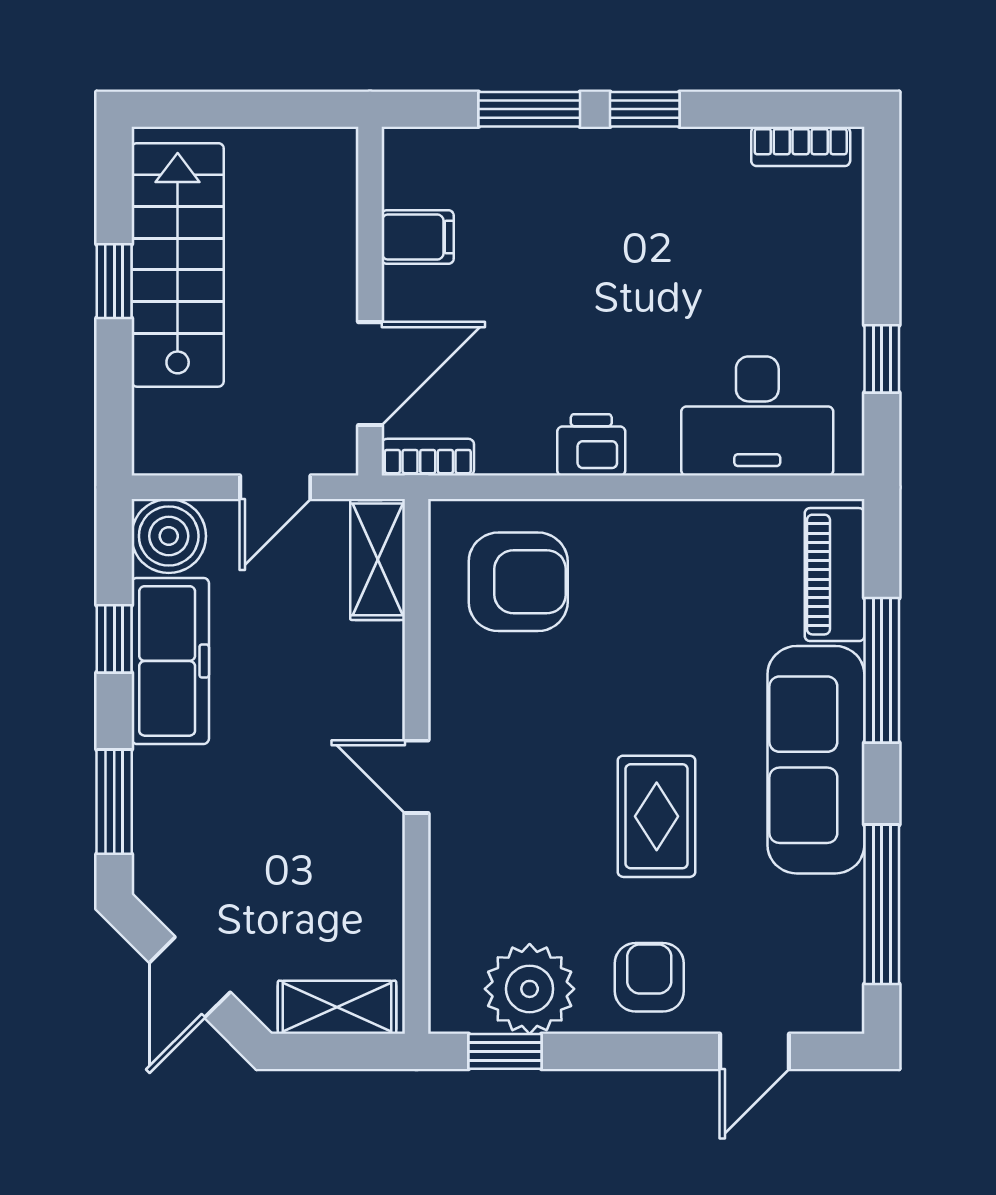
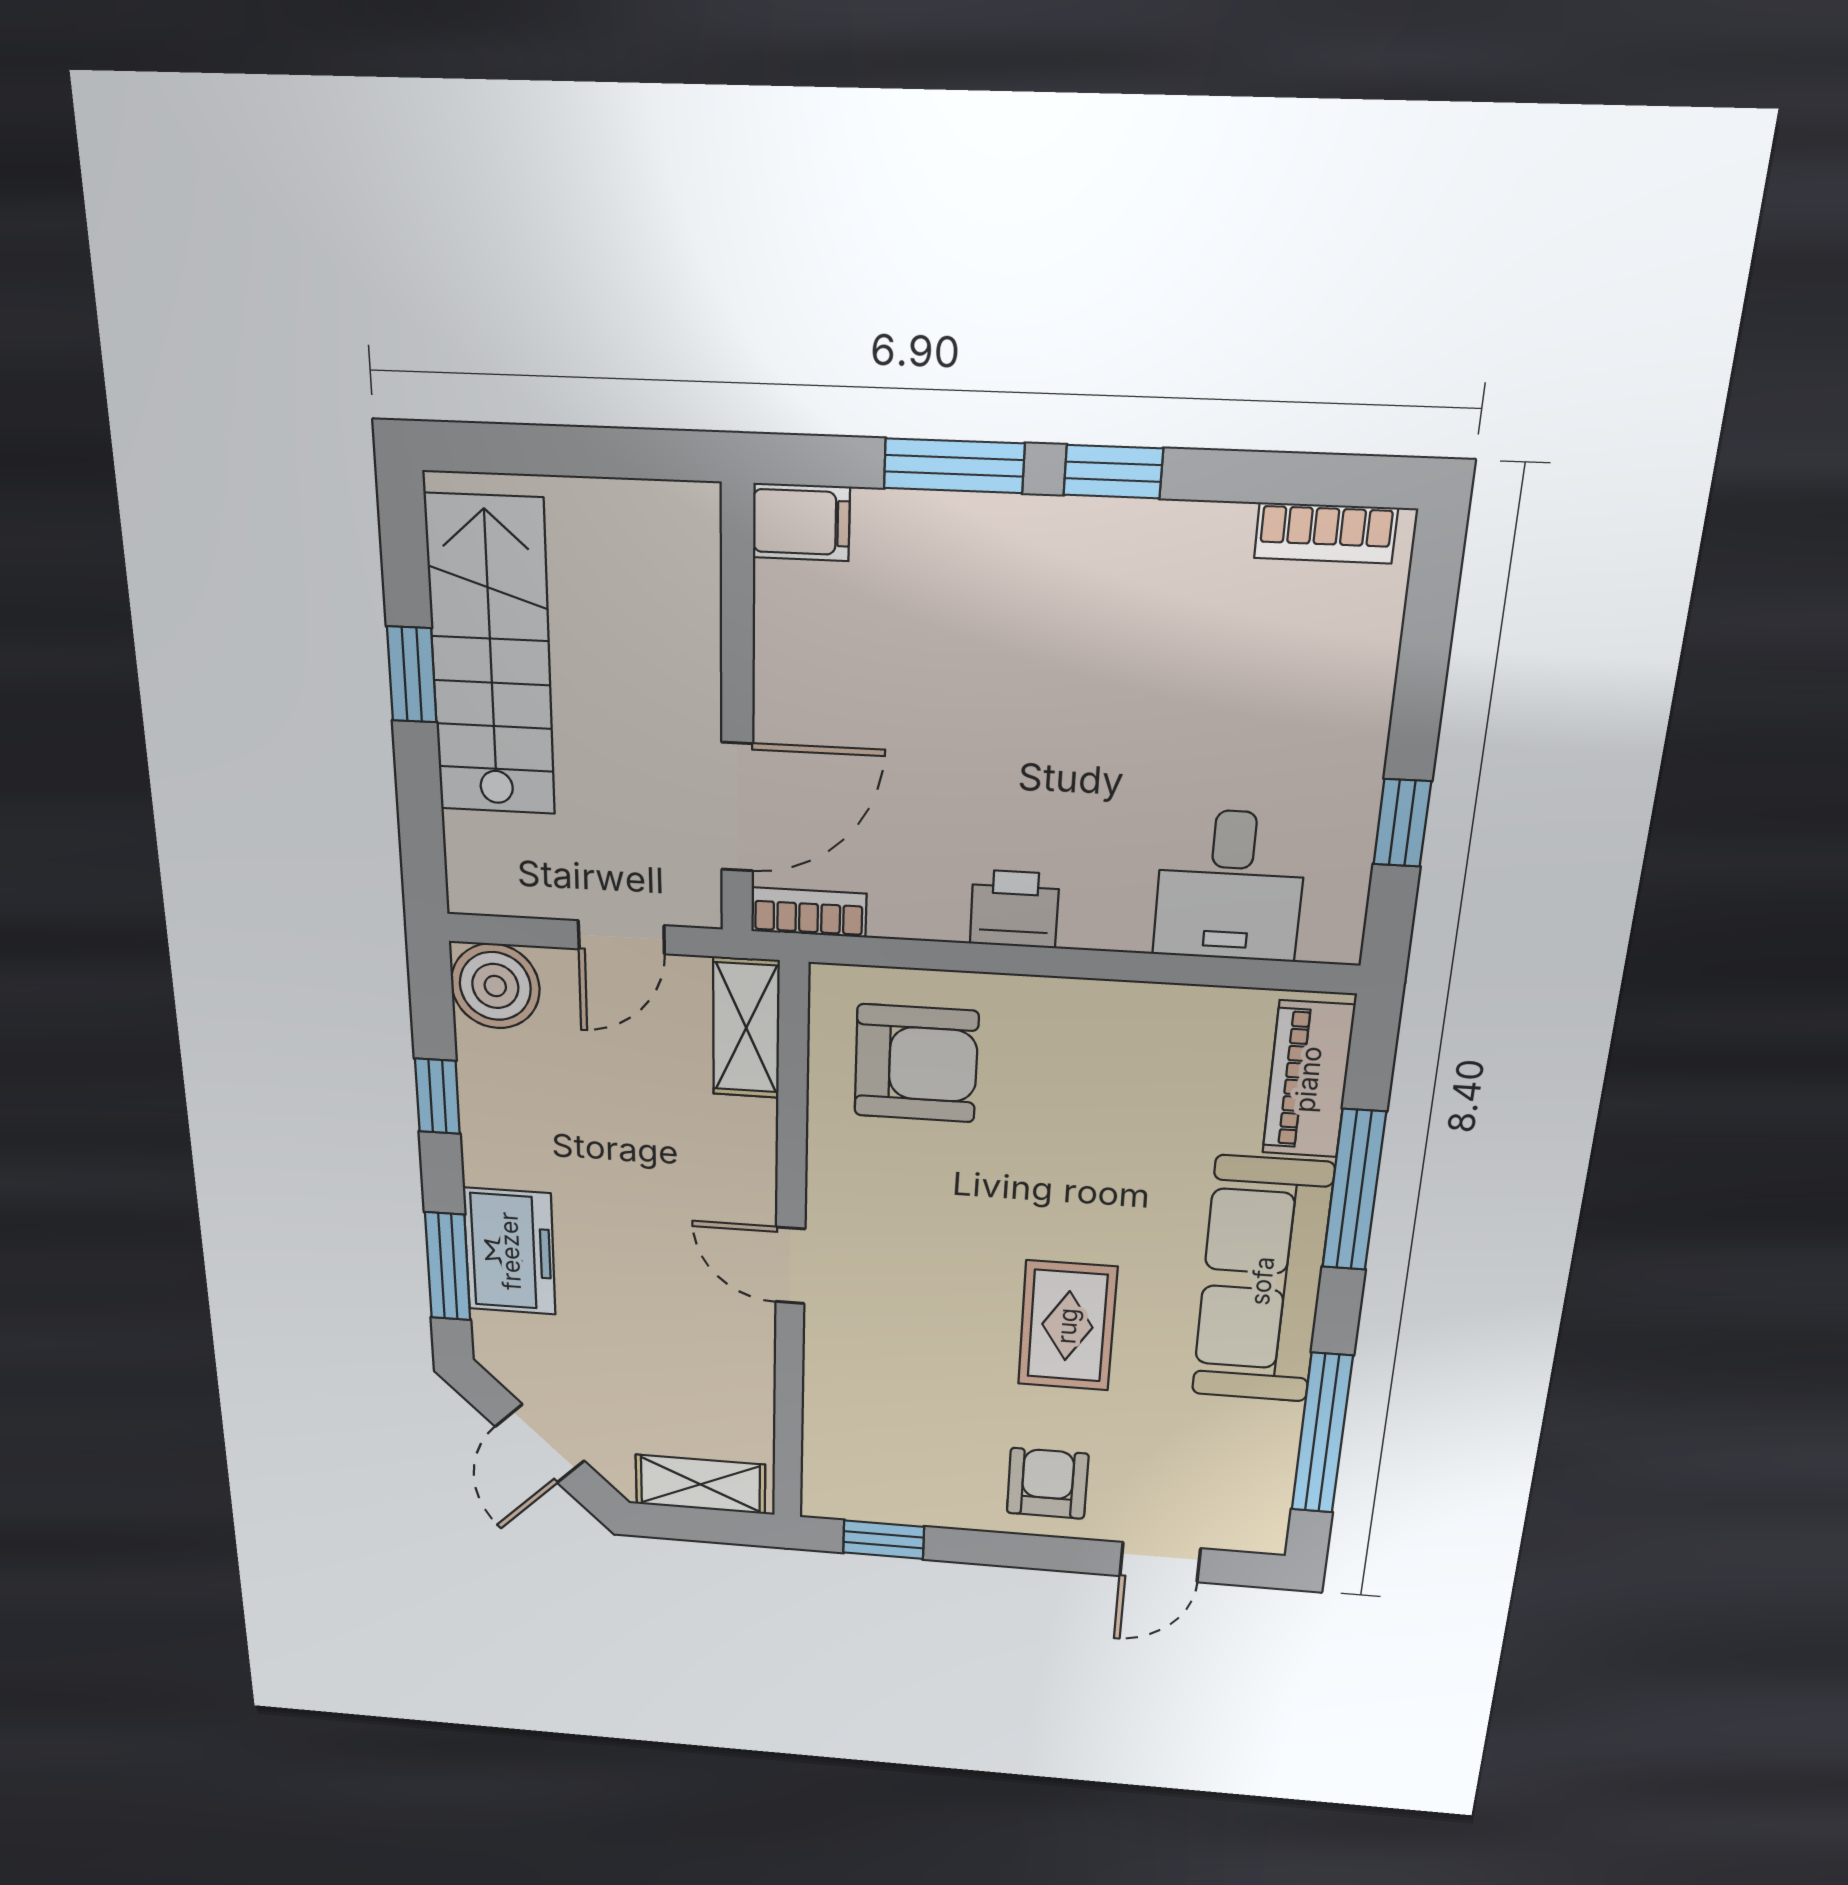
filing cabinet: (418, 237) -> (801, 522), moved
desk: (757, 416) -> (1230, 886), width x0.73
freezer: (170, 661) -> (510, 1251), moved, width x0.71
plant: (530, 989) -> (913, 1484), removed

